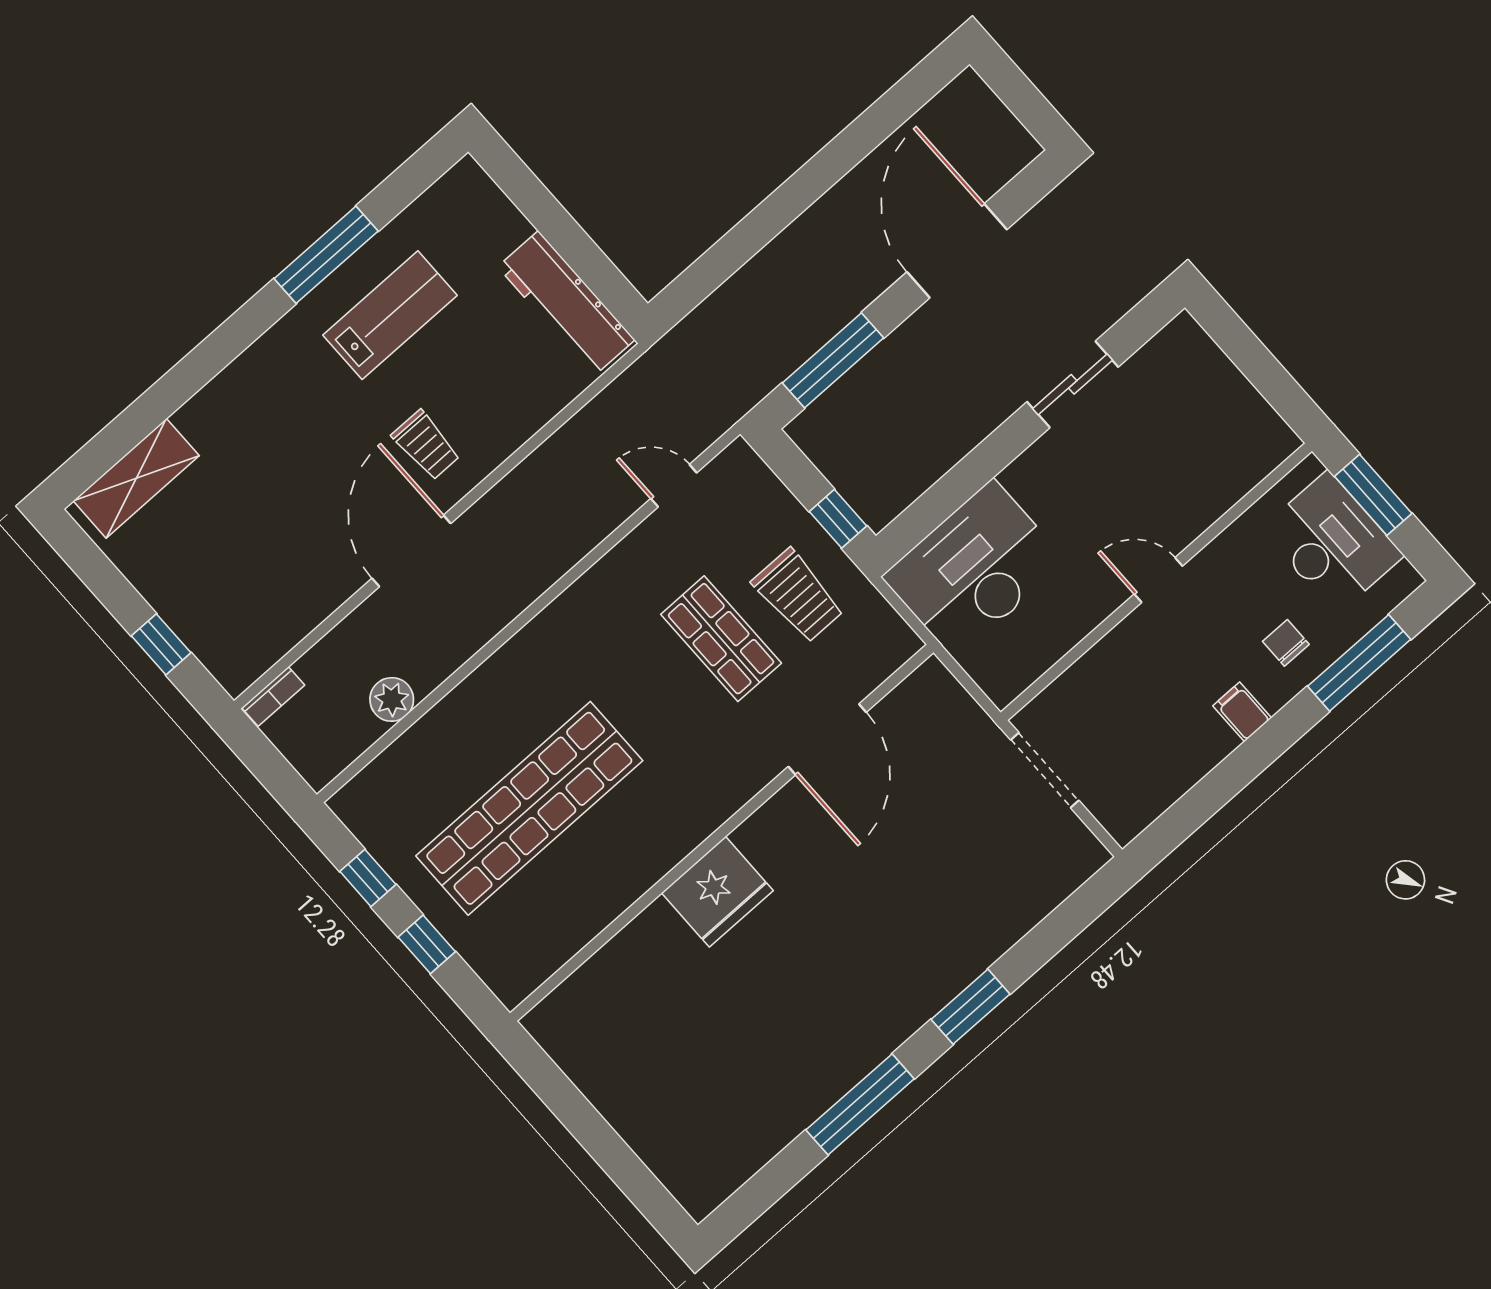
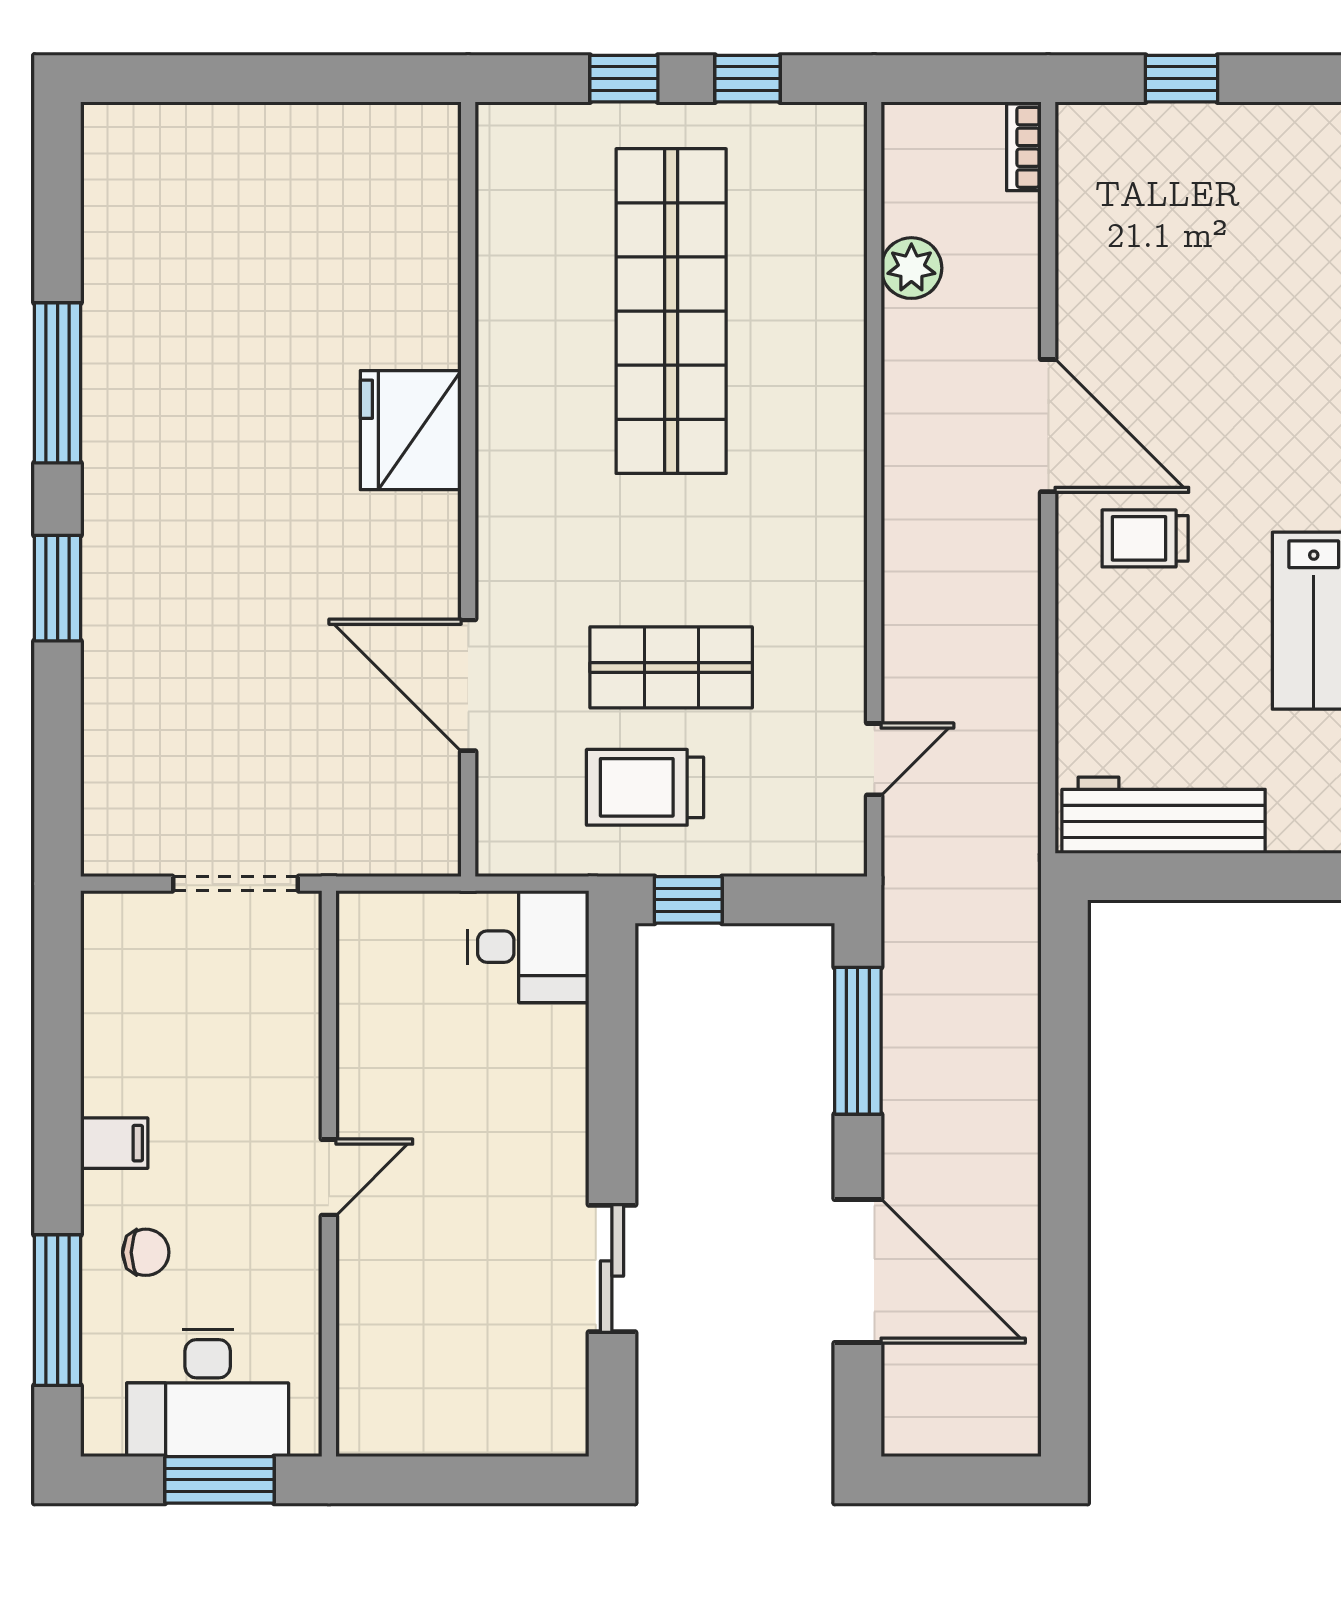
desk: (974, 569) -> (528, 947), width x0.53, depth x0.77

